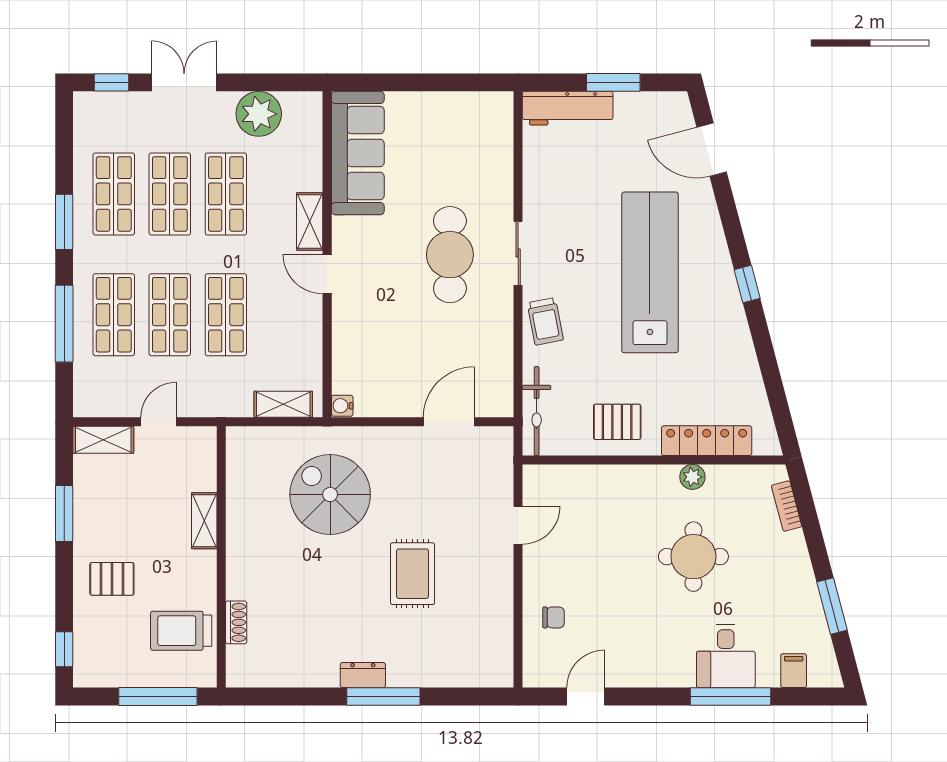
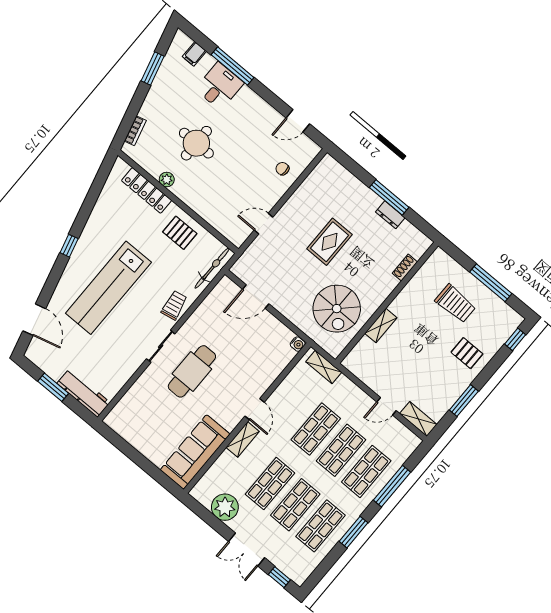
shelving: (204, 521) -> (381, 325), moved
wall: (221, 557) -> (387, 303), moved
shoe rack: (236, 622) -> (405, 268), moved

